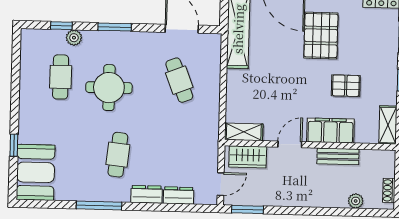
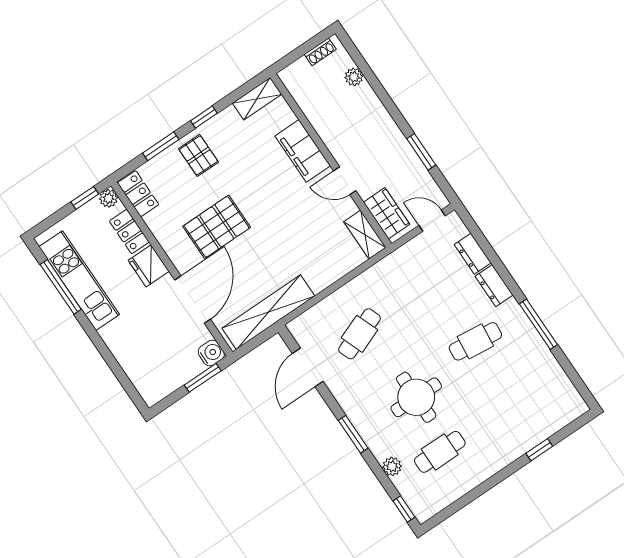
window: (61, 26) -> (404, 509), moved
pallet: (346, 86) -> (198, 155), moved
bench: (338, 156) -> (323, 125), removed
booth: (36, 172) -> (550, 410), removed
window: (248, 209) -> (421, 152), moved

